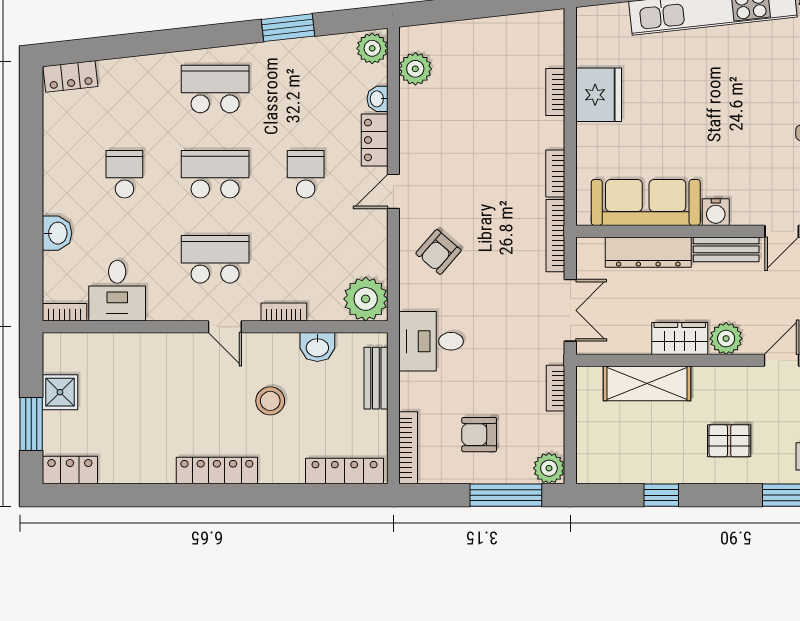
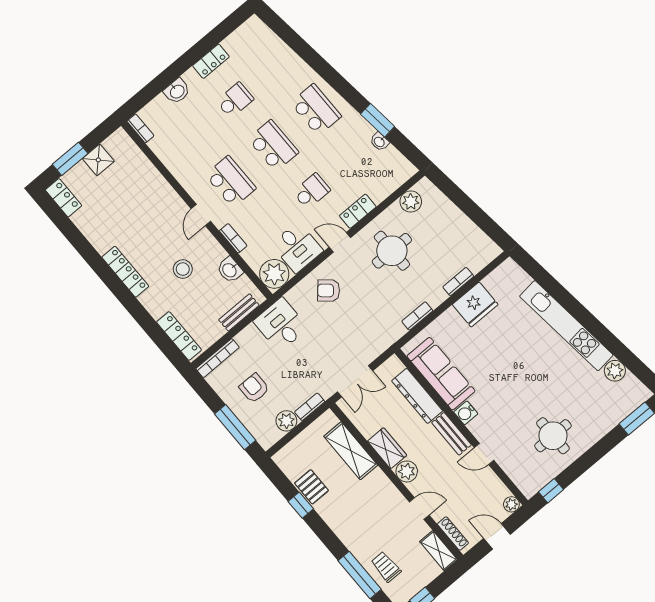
plant: (372, 48) -> (403, 171), removed
locker: (70, 76) -> (211, 61), moved, turned -84
washbasin: (377, 99) -> (379, 142), moved, turned -96
round table: (454, 139) -> (392, 251), added
bookcase: (555, 236) -> (386, 342), removed
desk: (117, 291) -> (297, 248), moved, turned -90
pallet: (729, 441) -> (312, 487), moved
plant: (549, 468) -> (286, 421), moved

